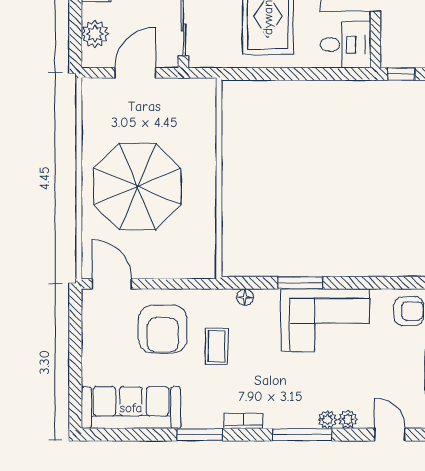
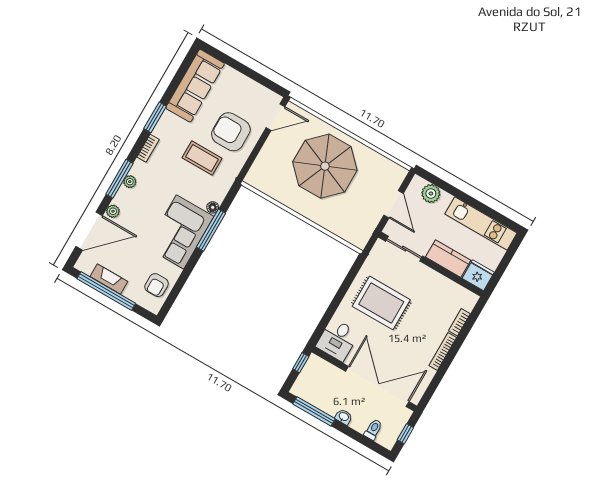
window: (300, 283) -> (211, 230), width x1.44
floor lamp: (245, 297) -> (213, 207), moved
coffee table: (217, 346) -> (202, 158), width x1.36, depth x1.30
plant: (327, 420) -> (130, 182), moved
door: (390, 435) -> (89, 231), width x1.88

